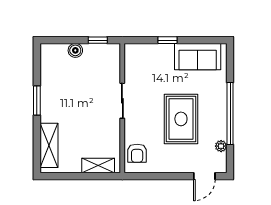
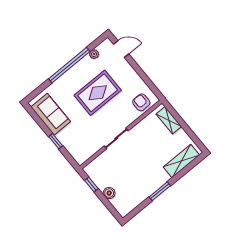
armchair: (137, 153) -> (141, 102), turned -90

